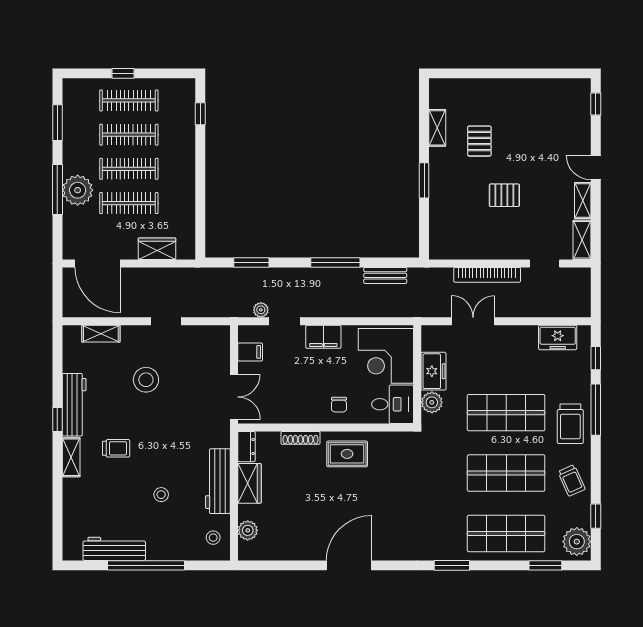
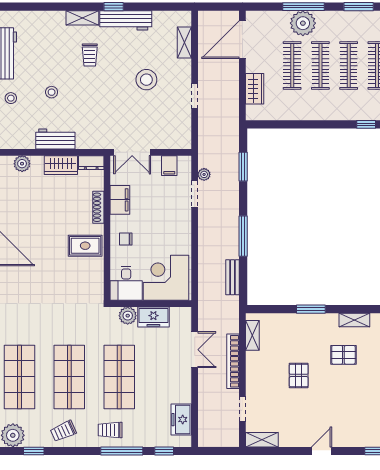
shelving: (583, 201) -> (252, 335), moved, turned 90
filing cabinet: (323, 337) -> (120, 200), moved, turned 180
trolley: (570, 424) -> (110, 430), width x0.73, depth x0.72
rug: (347, 454) -> (85, 246), turned 90
workbench: (218, 481) -> (55, 139), width x0.73
stool: (213, 538) -> (11, 98), moved

